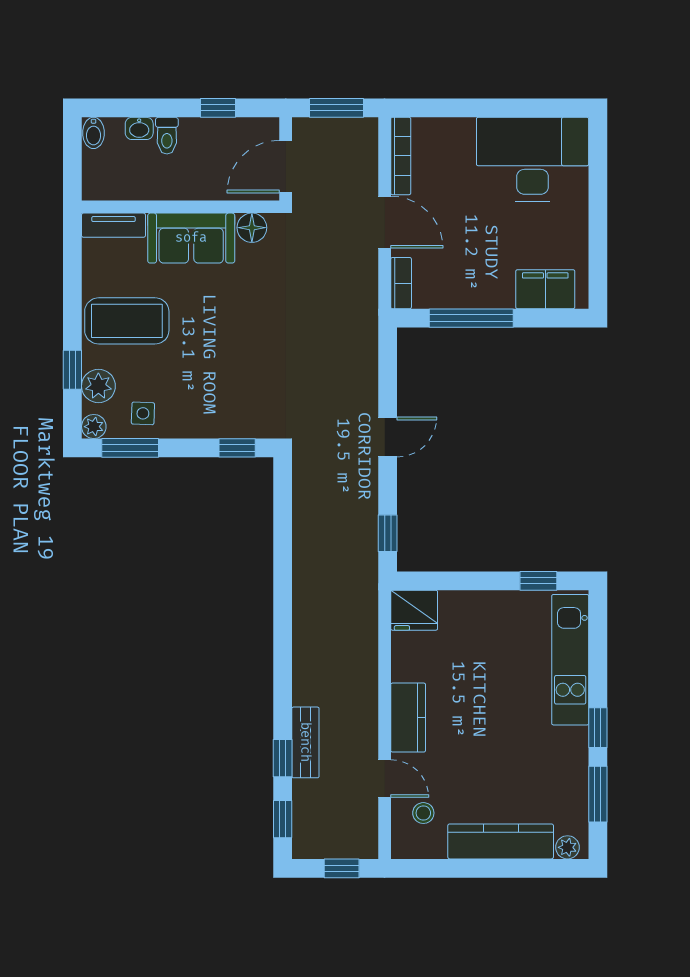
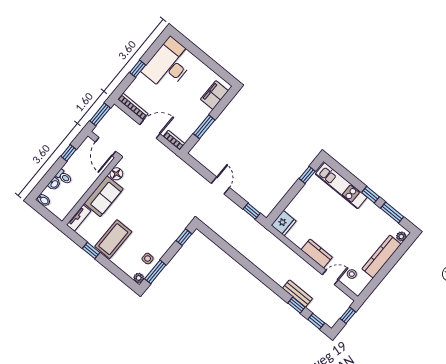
window: (478, 108) -> (138, 69), added
window: (471, 318) -> (204, 127), width x0.69
window: (72, 370) -> (91, 250), moved
plant: (98, 386) -> (127, 266), removed

